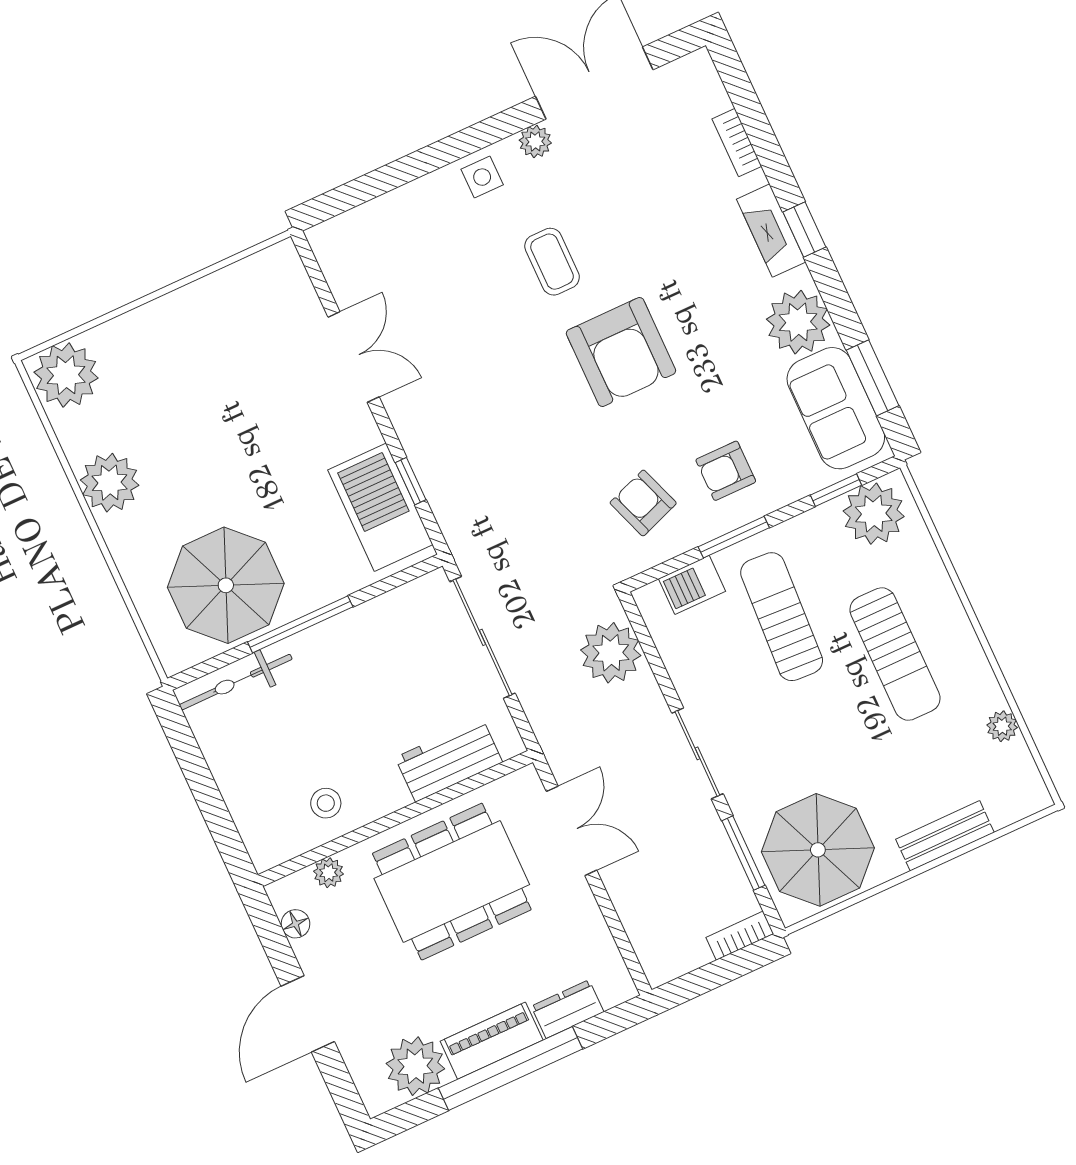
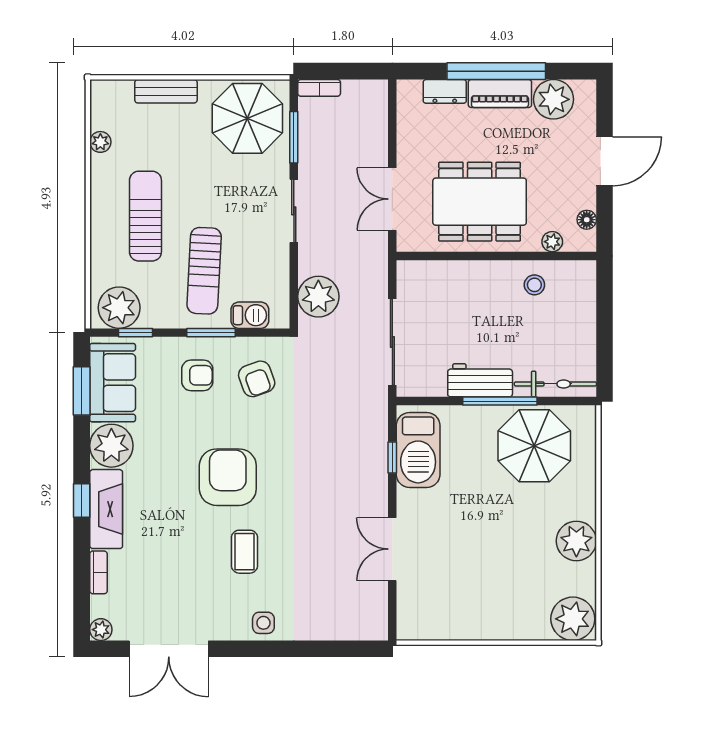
plant: (535, 142) -> (101, 630), moved
fireplace: (771, 231) -> (106, 509), width x1.37, depth x1.32
workbench: (449, 760) -> (480, 380), moved, turned 180

